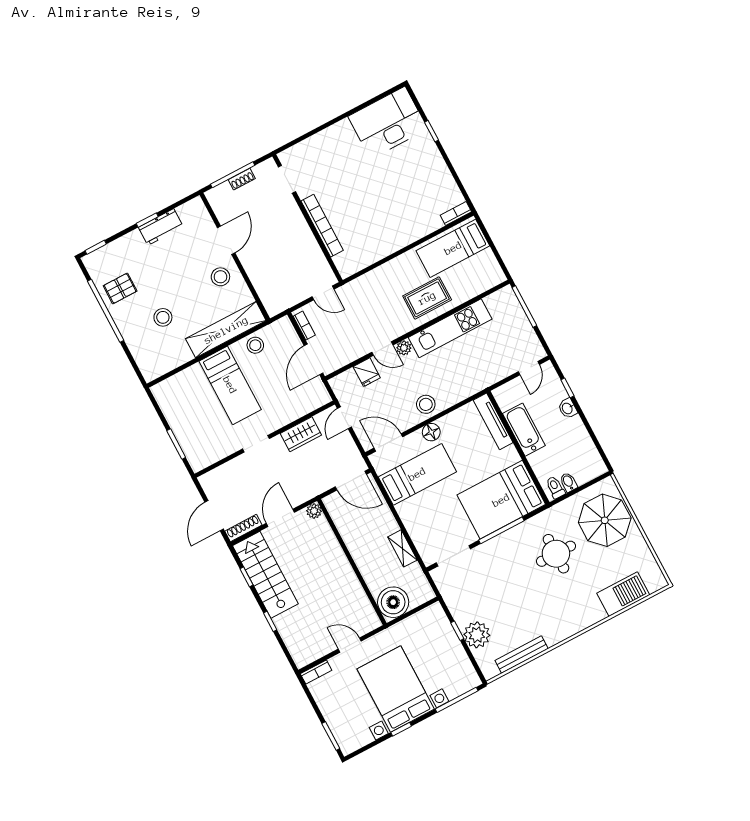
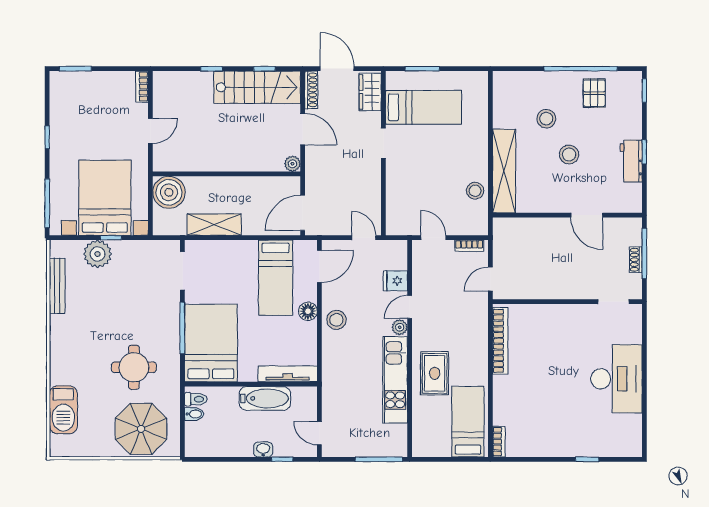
desk: (388, 123) -> (617, 379), moved
bookcase: (322, 226) -> (500, 341), moved, turned -90
stool: (220, 277) -> (569, 155), moved
door: (313, 359) -> (433, 238), width x0.73
bed: (230, 385) -> (423, 107), moved, turned 180
wardrobe: (301, 434) -> (370, 92), moved
shelving: (402, 548) -> (214, 225), width x1.50, depth x1.33
bed with nightstands: (396, 689) -> (105, 198), moved, turned -90

